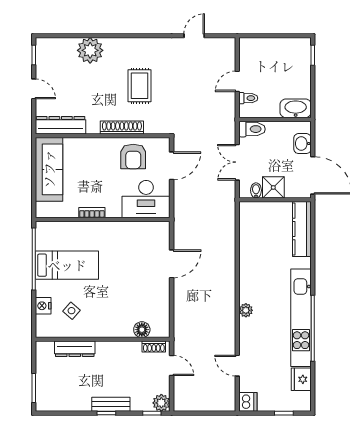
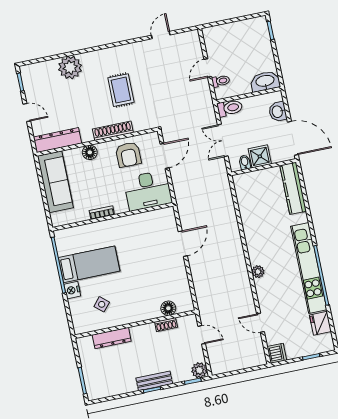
floor lamp: (92, 145) -> (90, 152), added
nightstand: (43, 306) -> (72, 290), moved
shoe rack: (154, 347) -> (166, 325), moved

